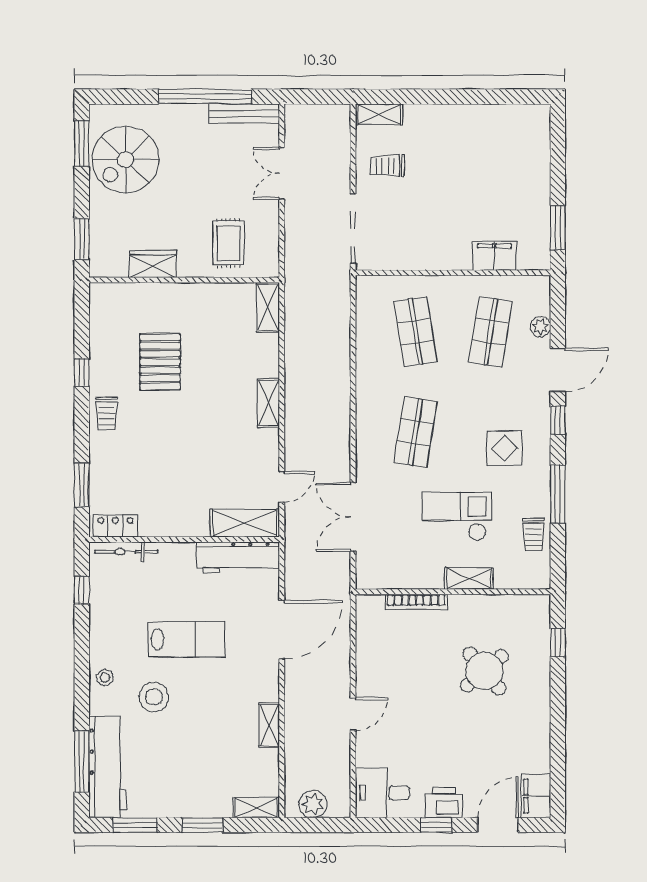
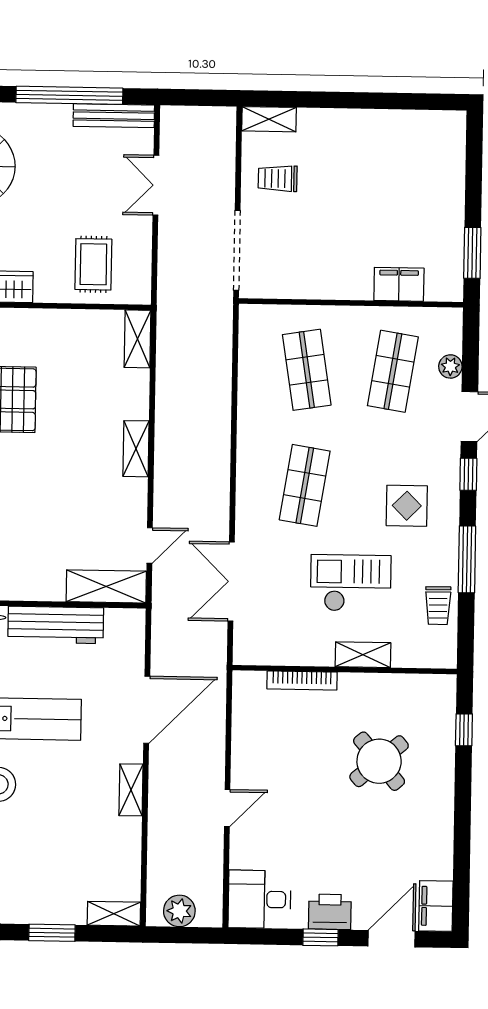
workbench: (238, 557) -> (56, 625), moved
shelving: (269, 725) -> (131, 790), moved

